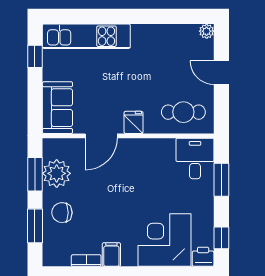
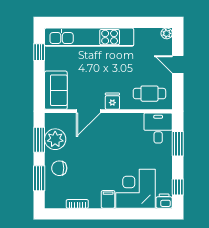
kitchen unit: (86, 36) -> (89, 37), width x1.36
filing cabinet: (111, 254) -> (108, 199), moved

